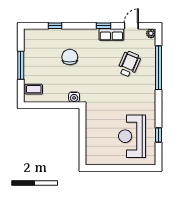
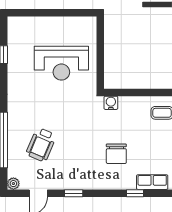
row of seats: (111, 35) -> (152, 182), moved
reception desk: (132, 136) -> (61, 63), moved, turned 90

